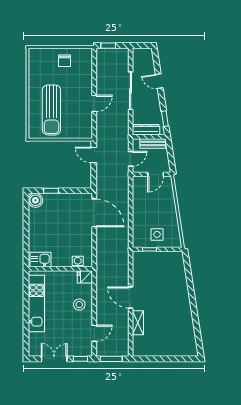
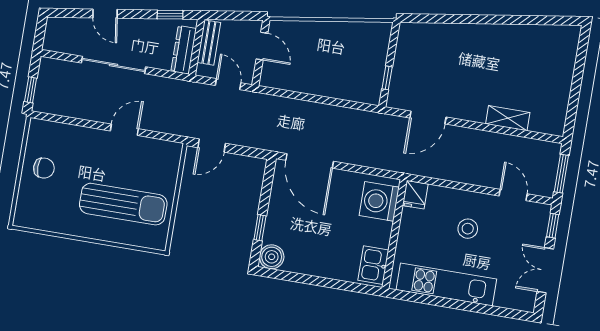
door: (159, 81) -> (105, 14), hinge flipped
door: (94, 103) -> (124, 130), hinge flipped
door: (94, 213) -> (310, 161), swing flipped
side table: (157, 234) -> (364, 61), removed
washing machine: (78, 262) -> (379, 201), width x1.89, depth x1.89
door: (131, 297) -> (428, 118), moved
stool: (79, 305) -> (468, 229), moved

